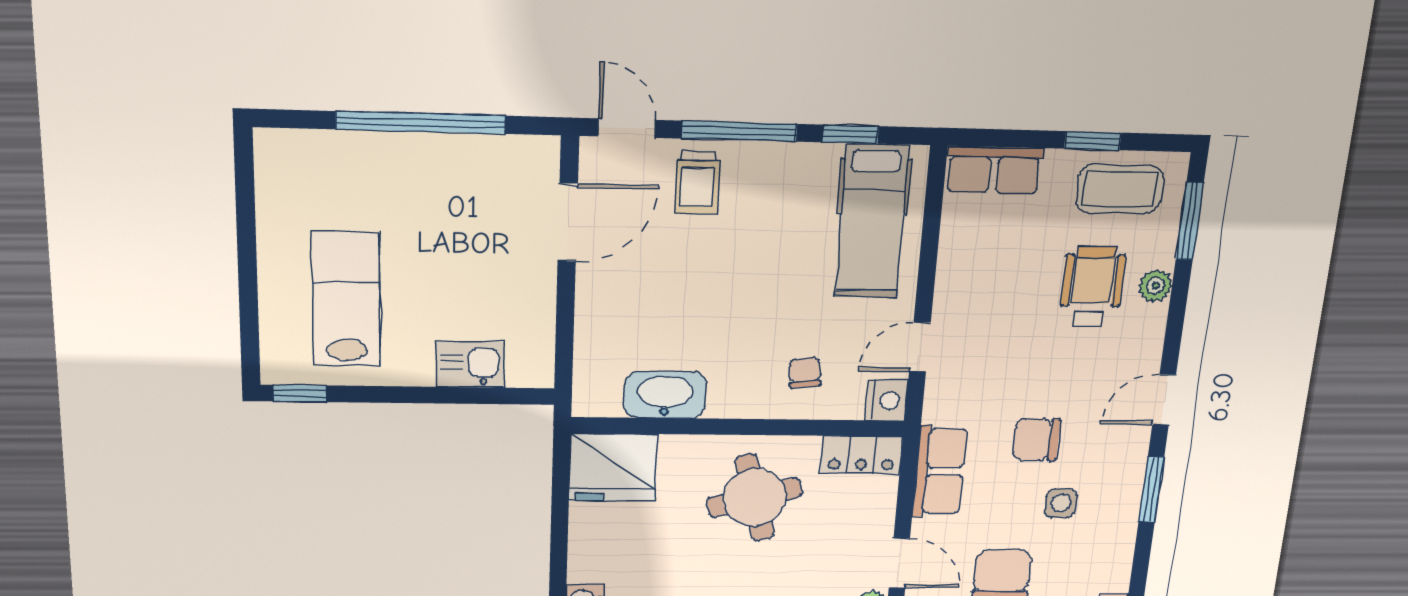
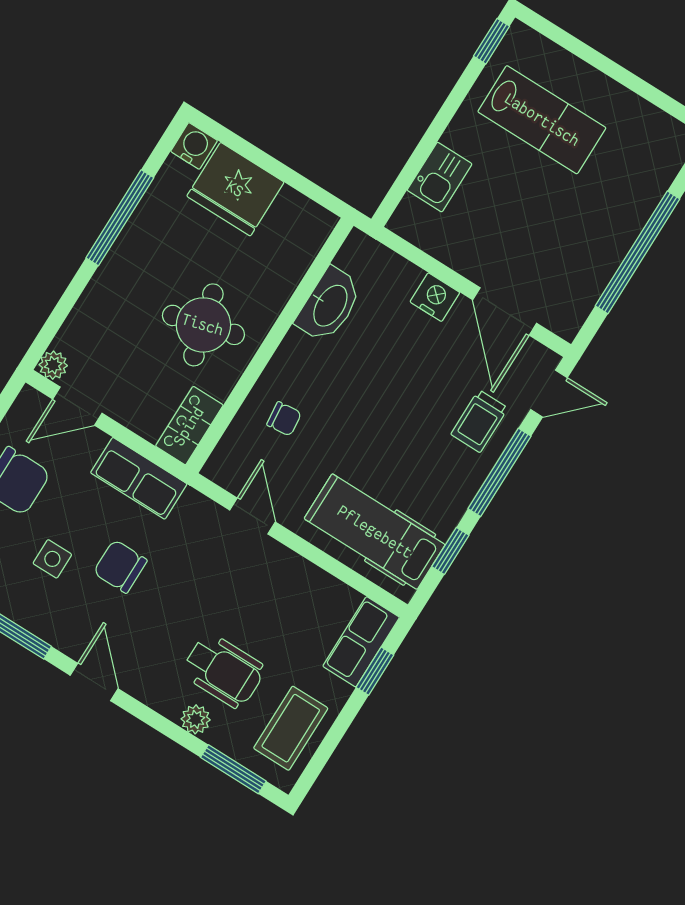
window: (1093, 141) -> (375, 671), moved
trolley: (697, 183) -> (479, 421), turned -90
nightstand: (887, 400) -> (435, 297), moved, turned 180
chair: (1036, 440) -> (120, 566), turned -90
fridge: (613, 468) -> (235, 189), moved, turned -90

